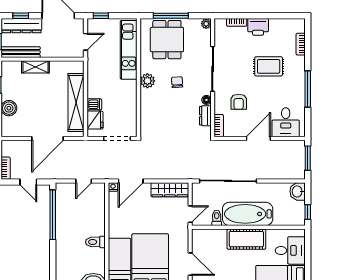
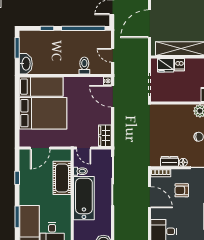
door: (48, 139) -> (150, 24), hinge flipped
door: (258, 139) -> (150, 197), moved
wardrobe: (170, 190) -> (105, 136), width x0.67
cot: (246, 239) -> (62, 178), moved
toilet: (95, 242) -> (84, 66), moved
window: (53, 256) -> (47, 28), added

